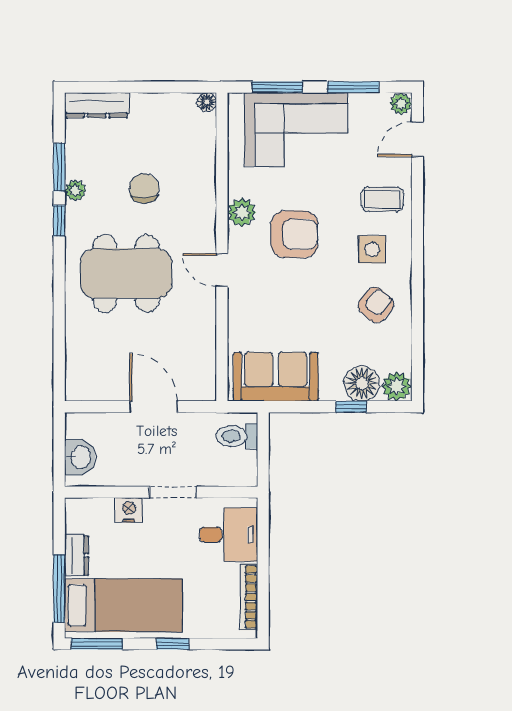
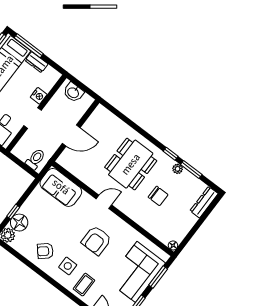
plant: (242, 212) -> (120, 227), removed
armchair: (376, 305) -> (45, 251), turned 99
sofa: (276, 377) -> (61, 187), moved, turned 90

